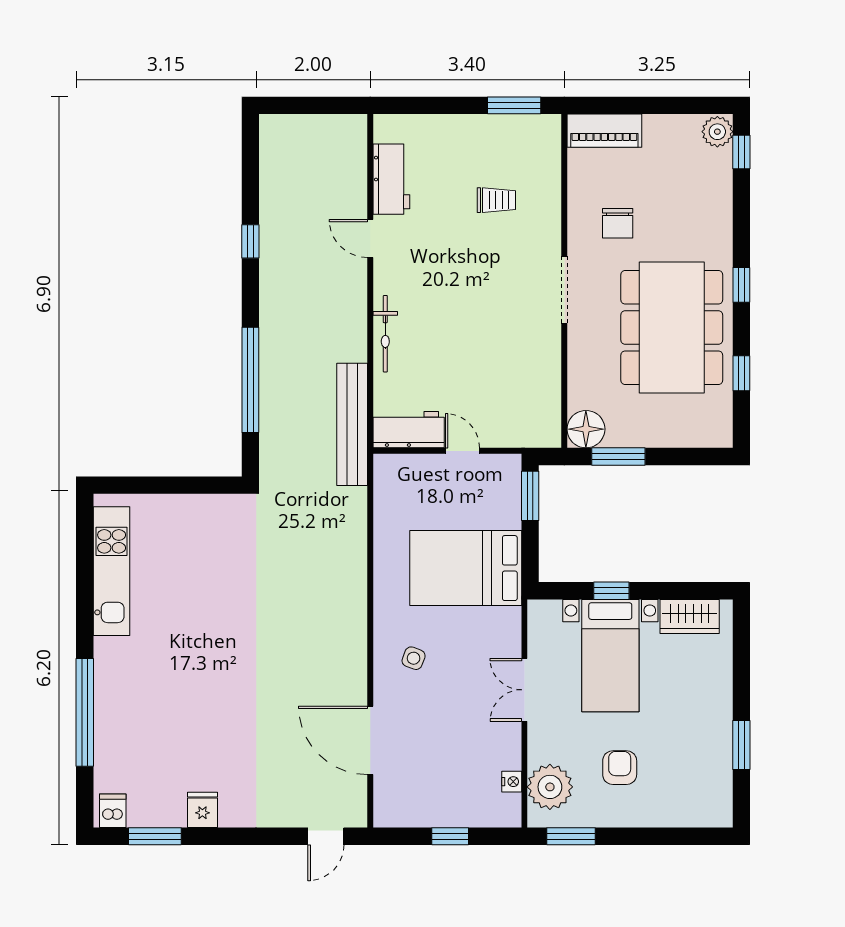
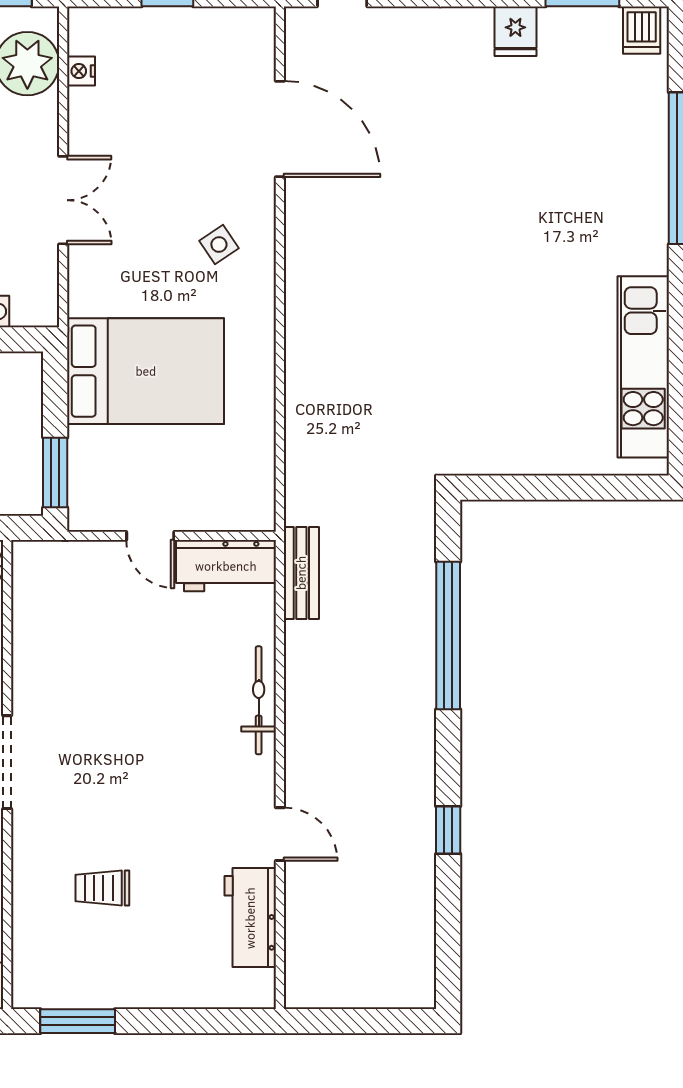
bench: (352, 424) -> (301, 573), width x0.54, depth x0.82
side table: (414, 658) -> (219, 244), turned 35

